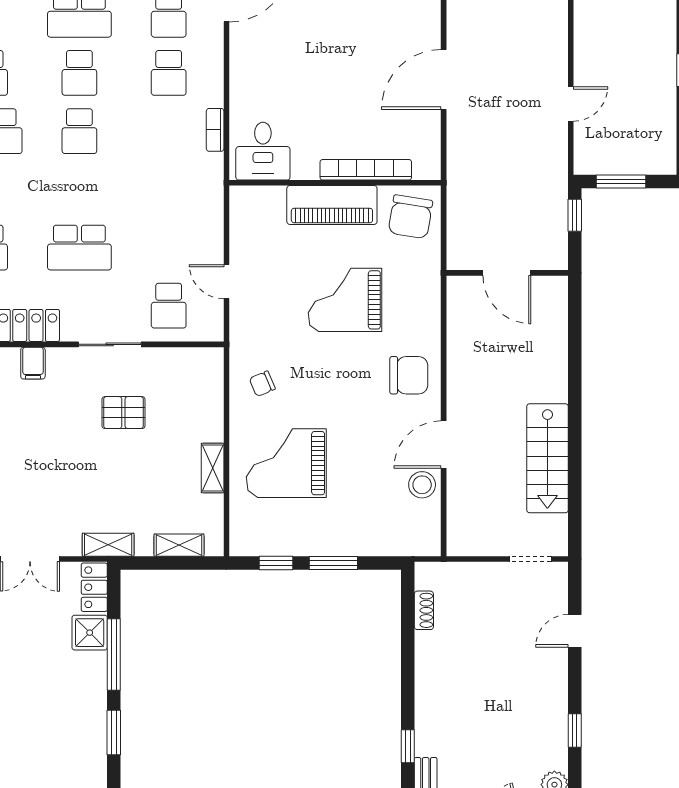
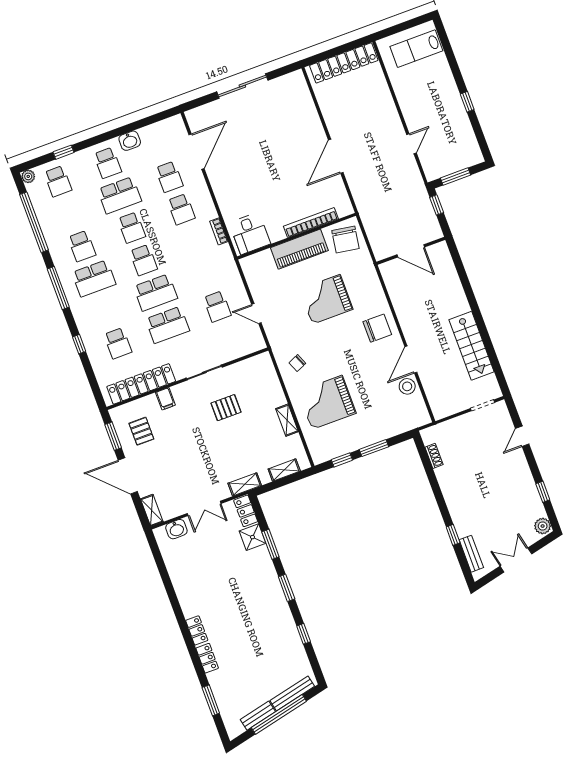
school desk: (79, 189) -> (155, 292), added
school desk: (169, 306) -> (217, 306), moved
window: (114, 654) -> (270, 544), width x0.69

